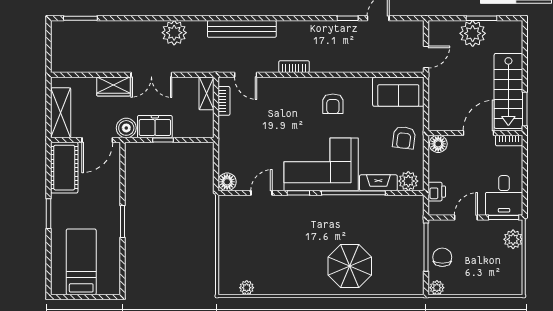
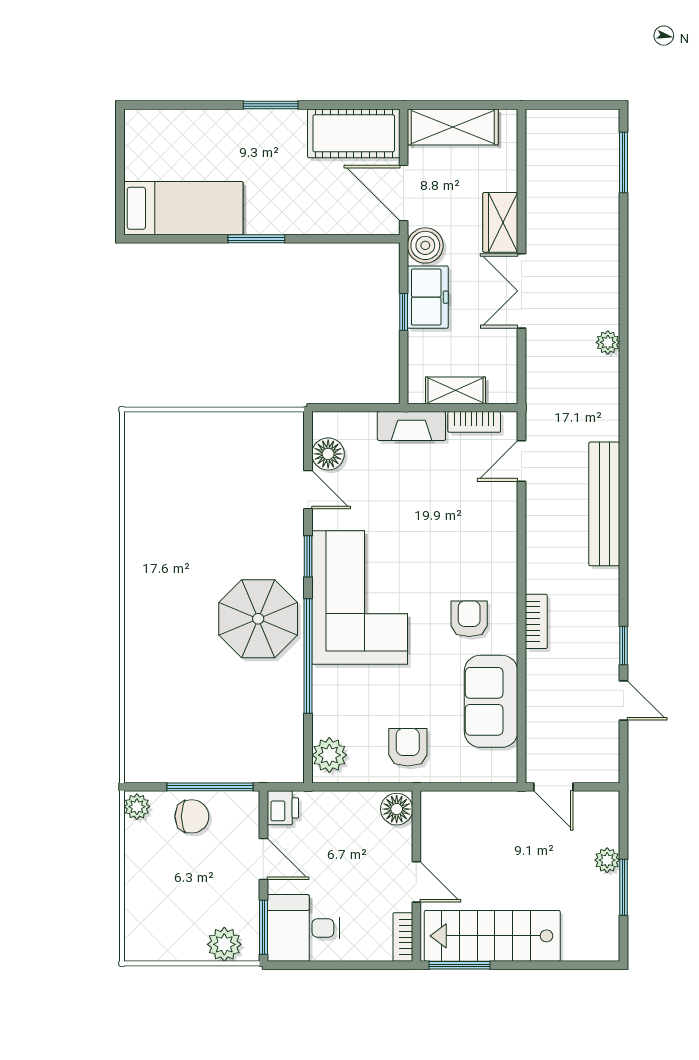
bench: (242, 29) -> (604, 504), moved
plant: (174, 33) -> (608, 342), width x0.53, depth x0.53
plant: (473, 33) -> (607, 860), width x0.53, depth x0.53
bookcase: (294, 67) -> (536, 621), moved
sofa: (398, 92) -> (491, 701), moved
shelving: (206, 93) -> (455, 390), moved
armchair: (333, 104) -> (469, 619), turned 90
door: (479, 133) -> (416, 882), width x0.73
armchair: (404, 138) -> (408, 747), turned 83
floor lamp: (227, 182) -> (328, 454), moved
fireplace: (378, 183) -> (411, 426), moved, turned 90
printer: (437, 192) -> (283, 808), moved, turned -90
bed: (81, 262) -> (183, 208), moved
parasol: (350, 266) -> (258, 619), moved
plant: (247, 288) -> (137, 463), removed

